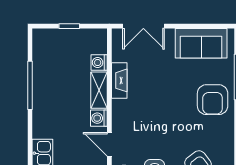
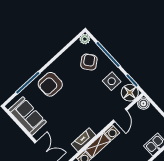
armchair: (213, 100) -> (50, 84), turned 180

